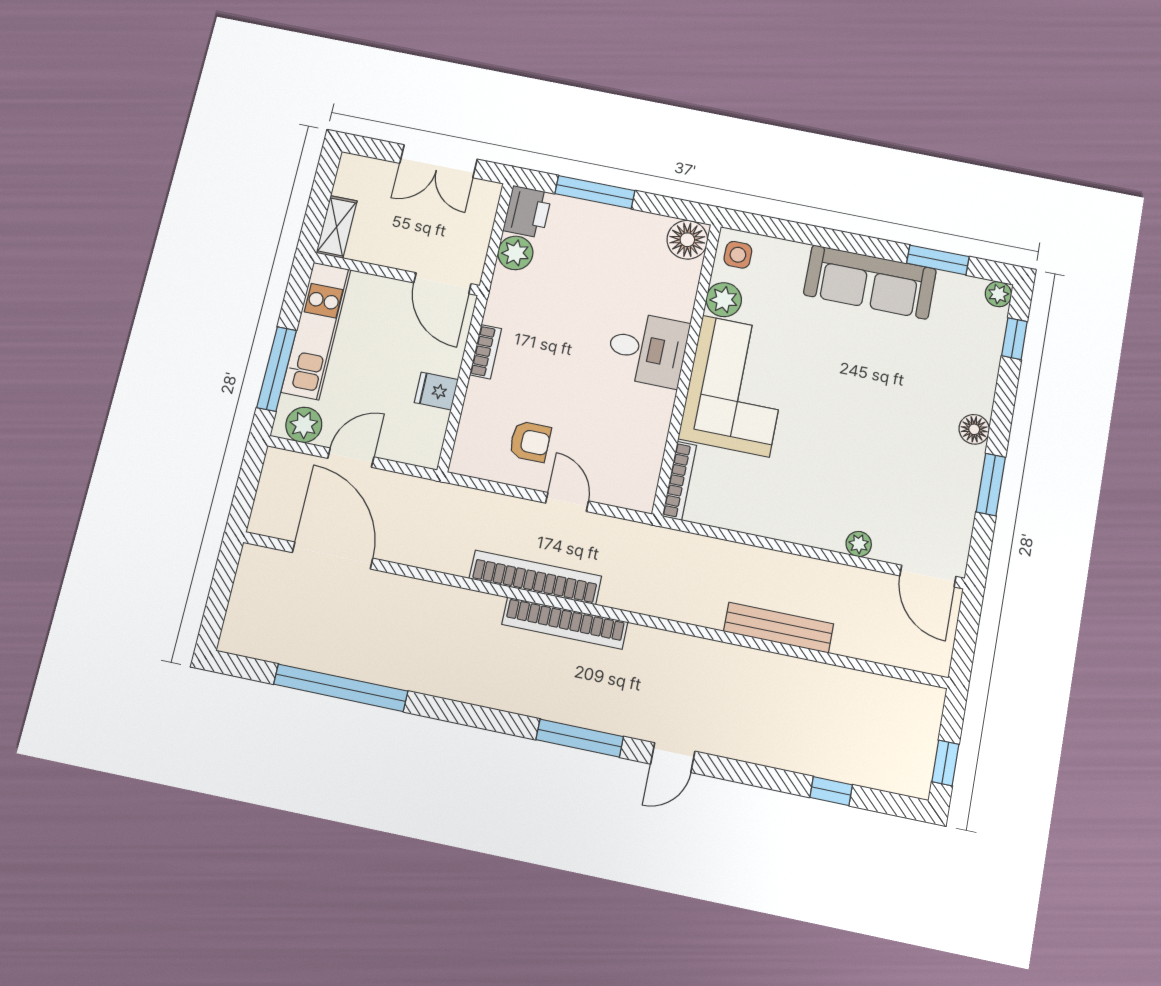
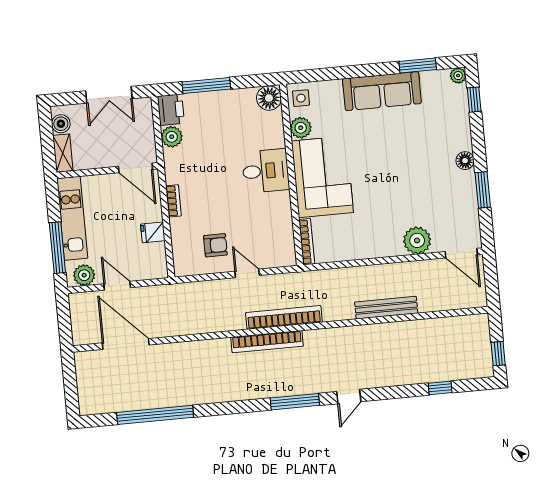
boiler: (349, 182) -> (61, 124), added
door: (351, 458) -> (117, 286), hinge flipped
plant: (859, 544) -> (417, 240), width x1.87, depth x1.87
bookcase: (535, 577) -> (284, 317), moved

